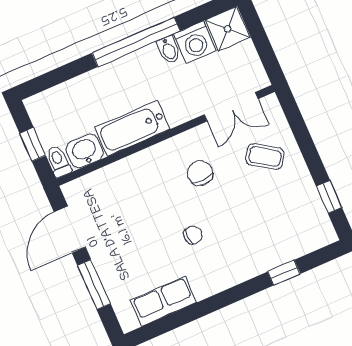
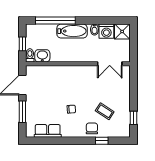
window: (136, 42) -> (55, 21), moved
bathtub: (132, 128) -> (72, 31), moved, turned 180
coffee table: (265, 157) -> (105, 111), moved
chair: (200, 173) -> (92, 128), moved

